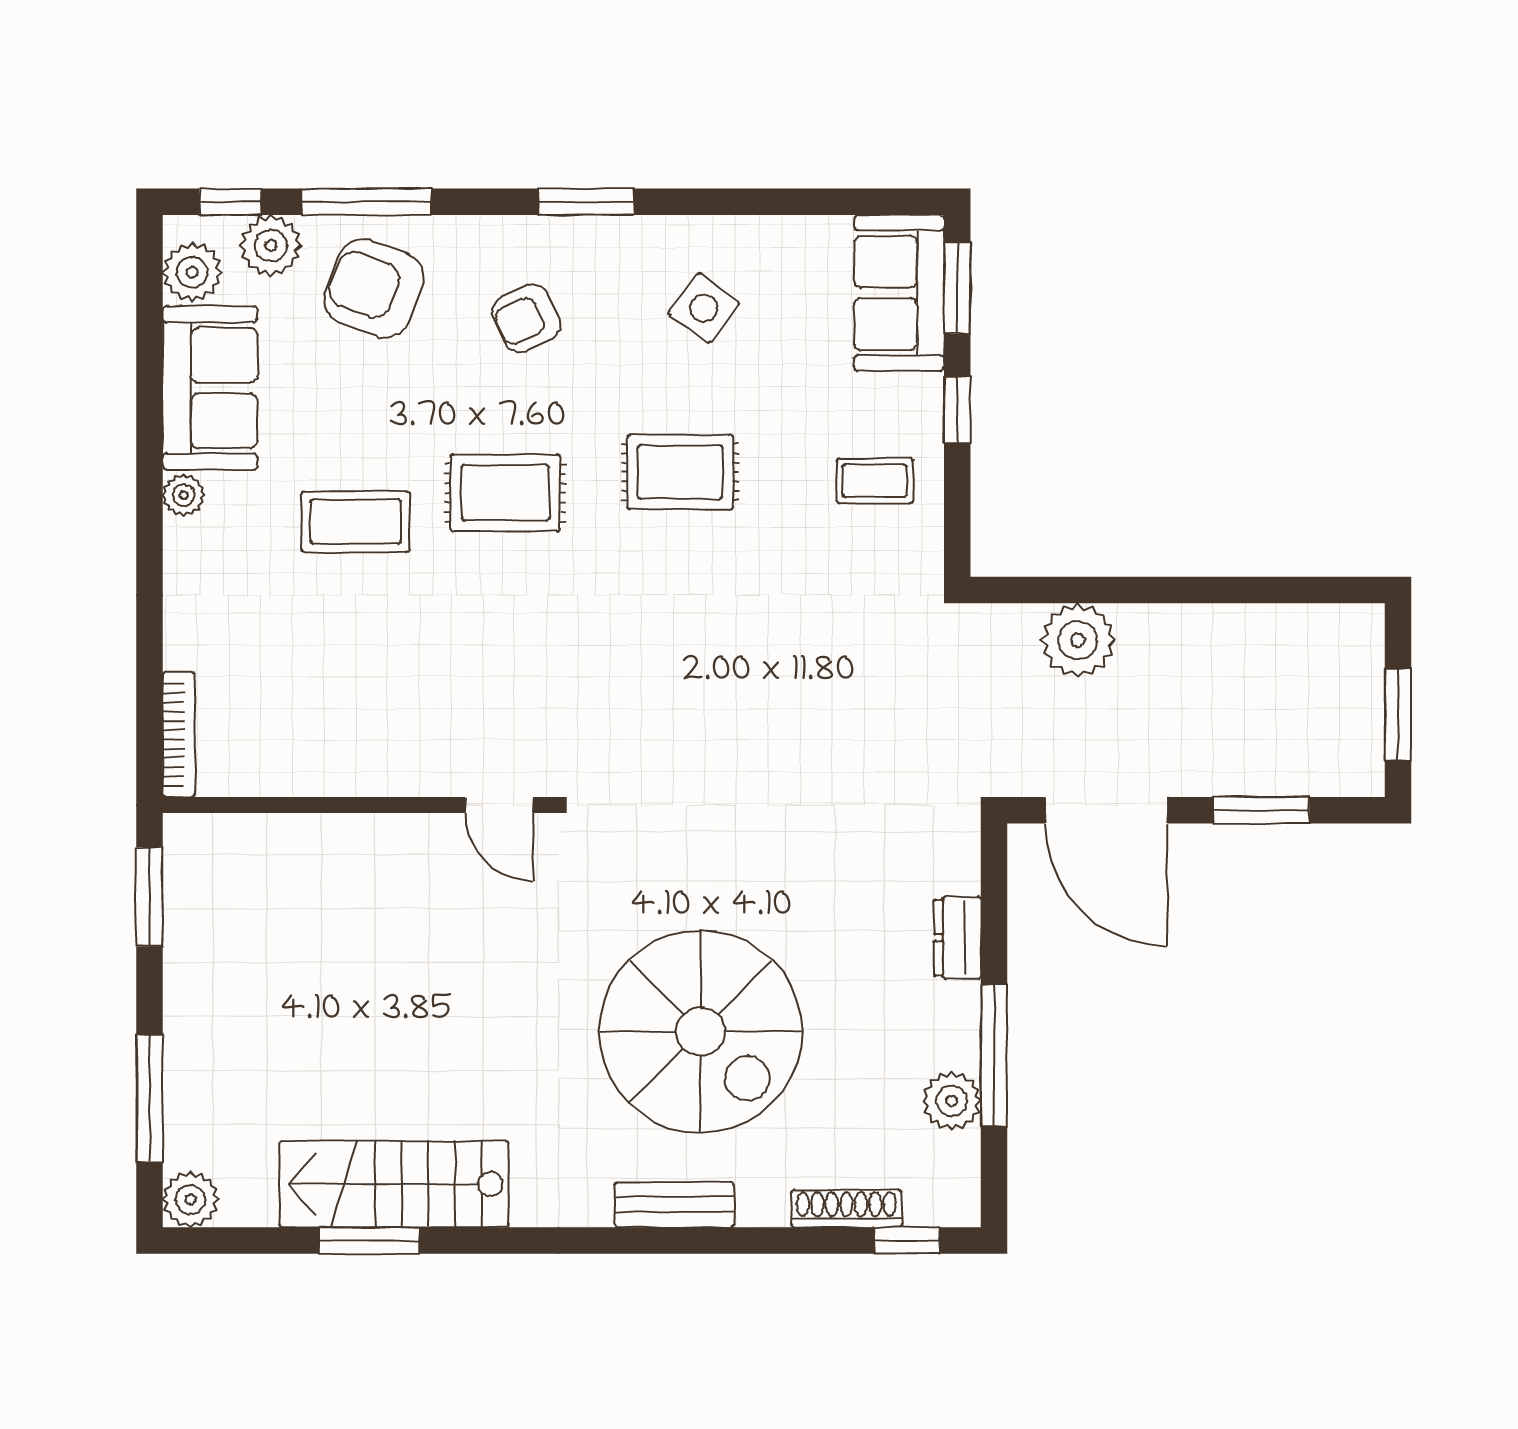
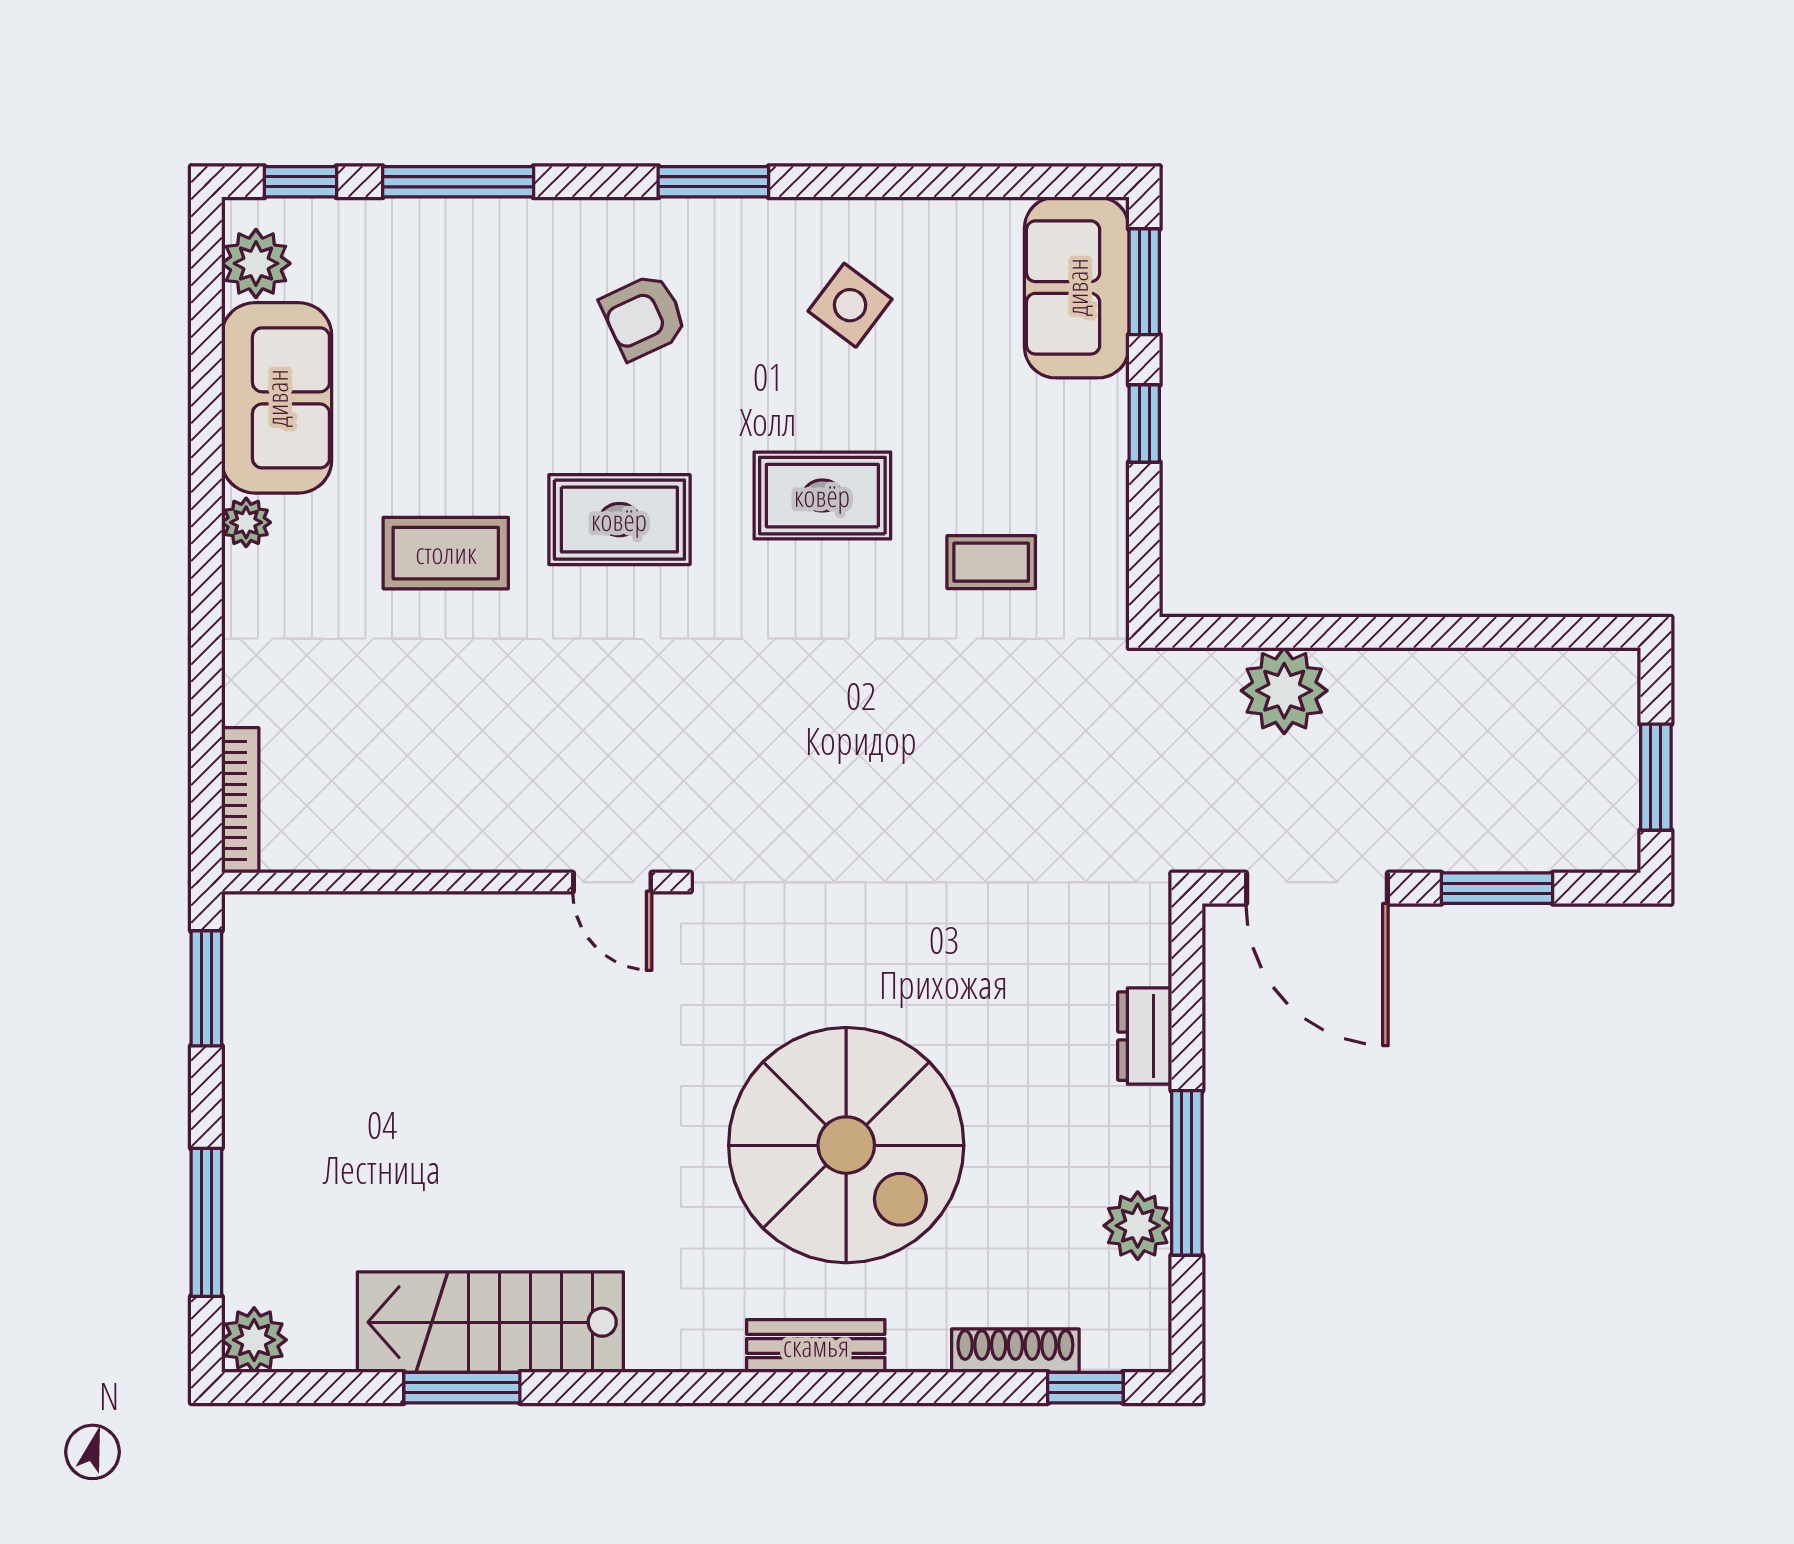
plant: (271, 245) -> (347, 232), removed
armchair: (374, 288) -> (467, 282), removed
coffee table: (875, 481) -> (991, 562), moved

